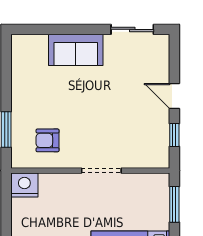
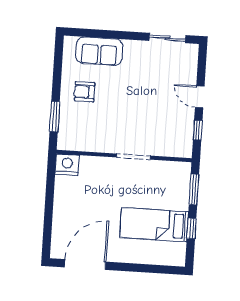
sofa: (76, 50) -> (99, 51), moved
armchair: (48, 140) -> (85, 92), moved

